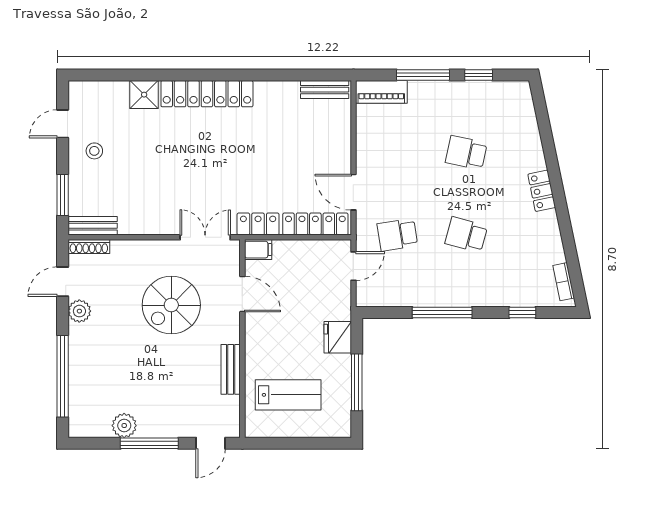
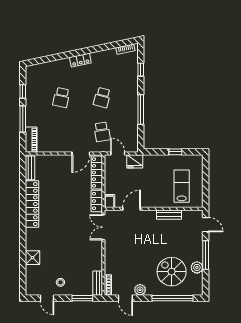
locker: (207, 94) -> (32, 204), moved
spiral stairs: (171, 305) -> (172, 272), moved, turned 180
fridge: (338, 337) -> (135, 161), moved
window: (357, 382) -> (175, 152), width x0.46

